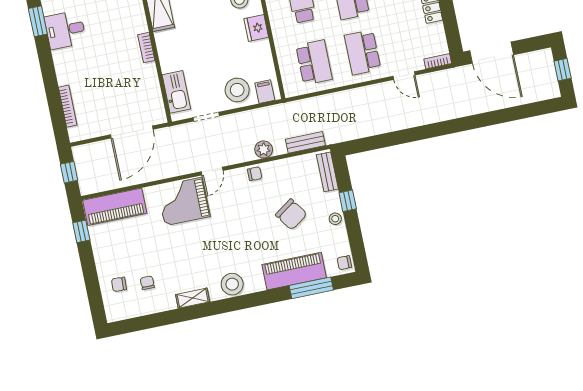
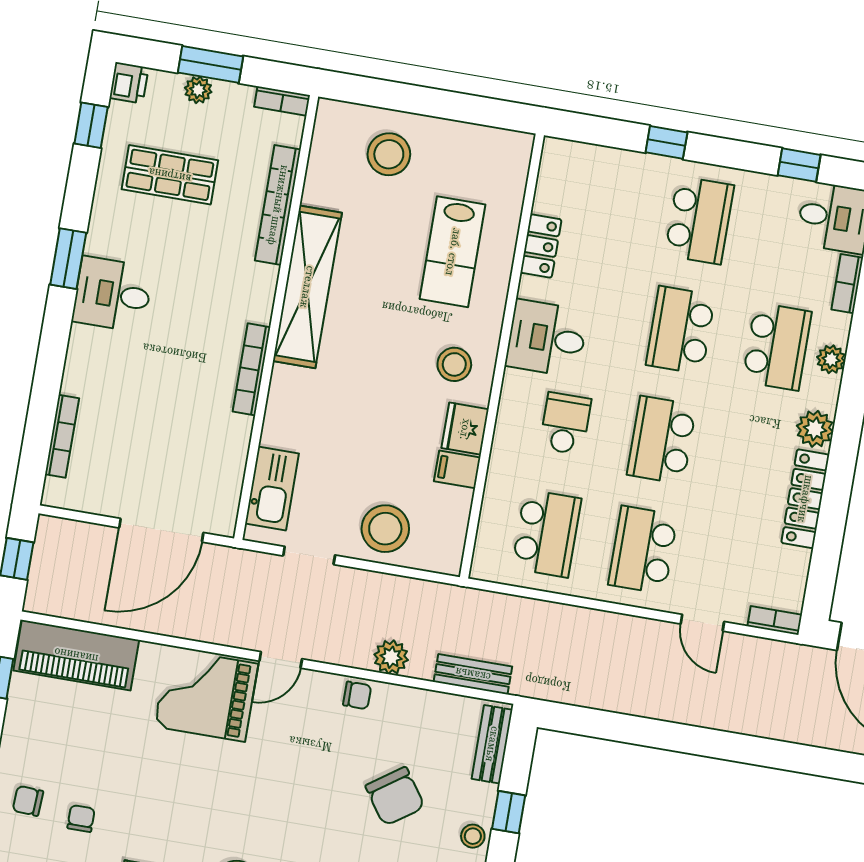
bookcase: (146, 48) -> (252, 369), width x1.56
filing cabinet: (265, 92) -> (457, 469), moved, turned -90

